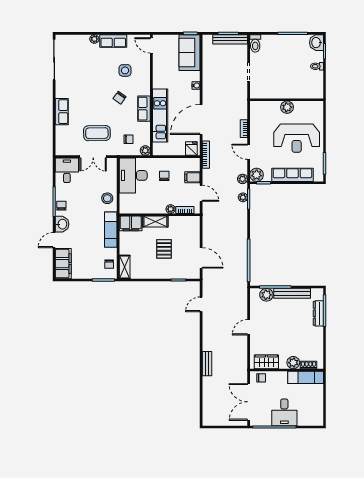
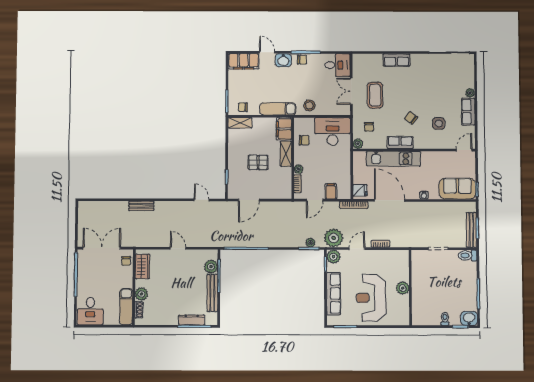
chair: (164, 176) -> (304, 140), moved
plant: (243, 179) -> (334, 238), width x1.88, depth x1.88
desk: (284, 412) -> (90, 311), moved, turned -90

